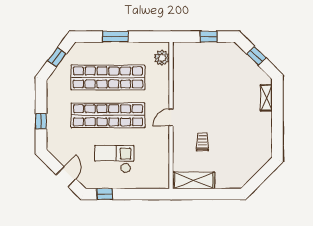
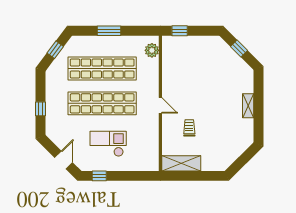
window: (209, 37) -> (180, 31), moved
shelving: (266, 98) -> (248, 106), moved
door: (171, 118) -> (160, 105), swing flipped

